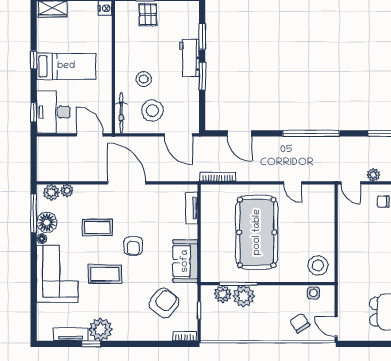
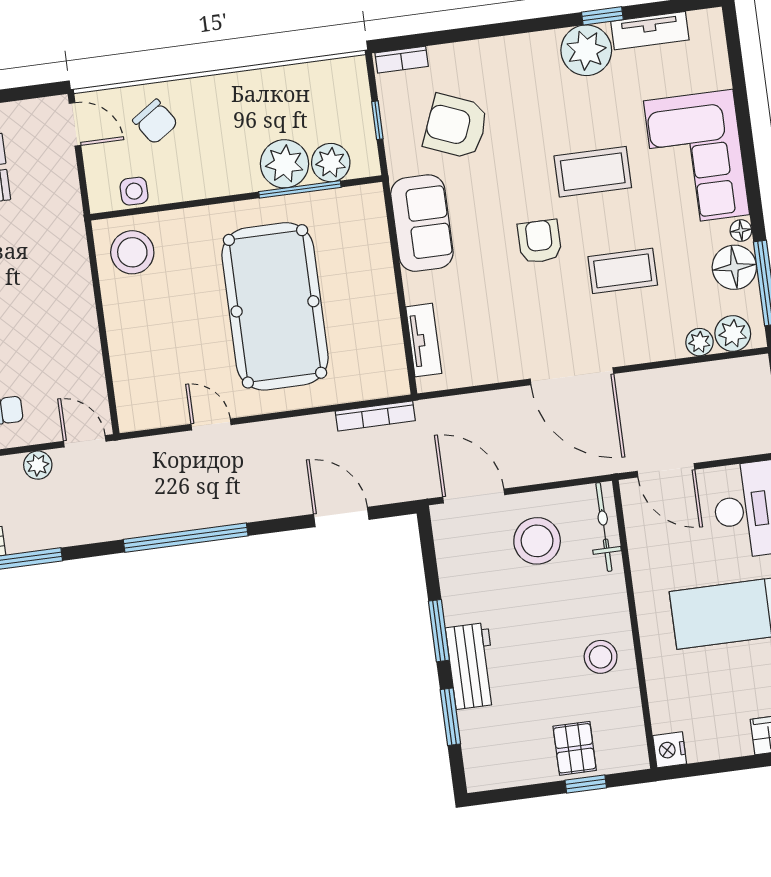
stool: (144, 79) -> (601, 657), moved
armchair: (164, 303) -> (456, 126), turned 73

